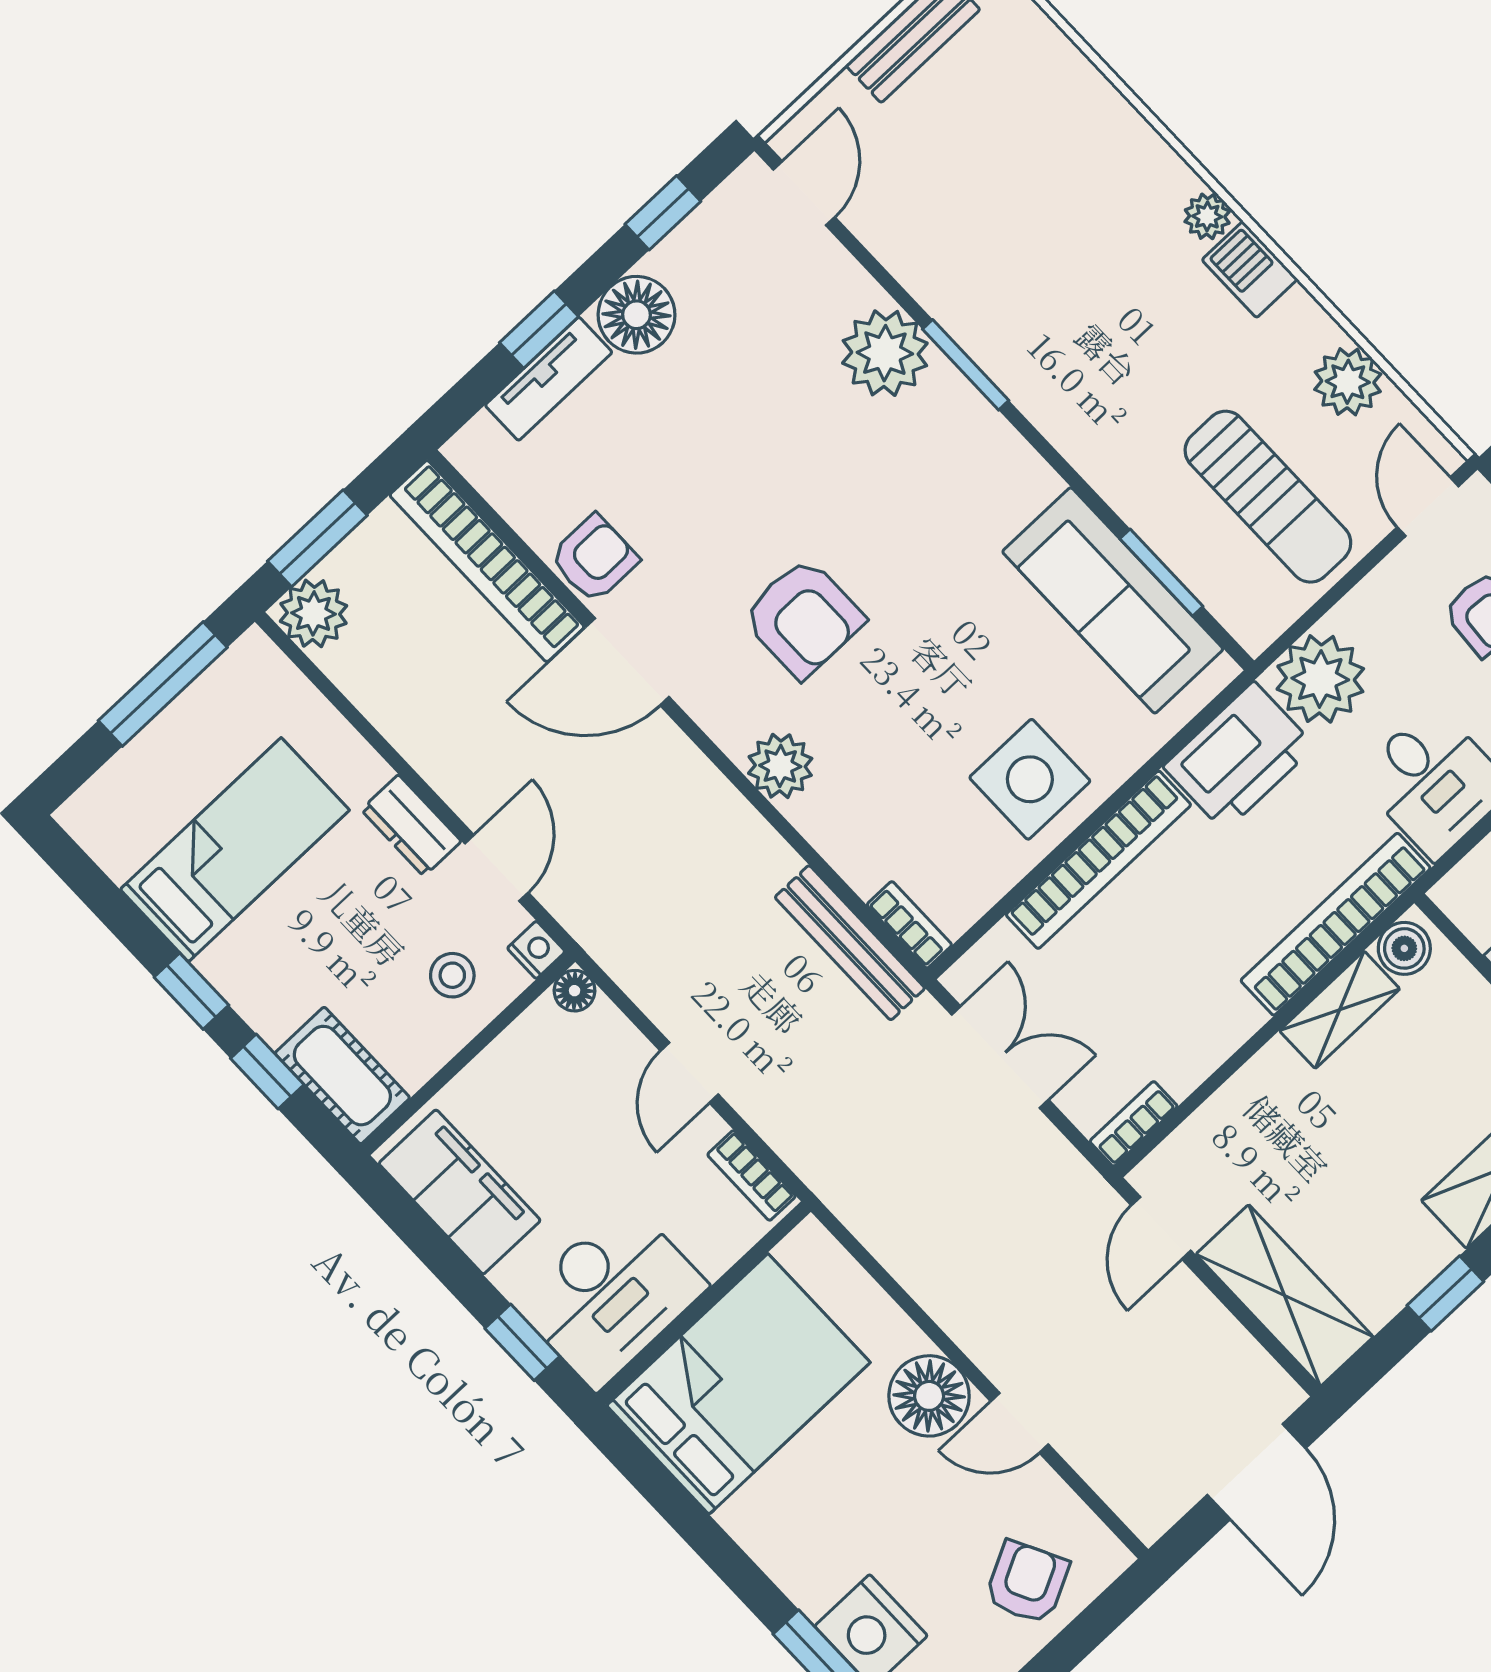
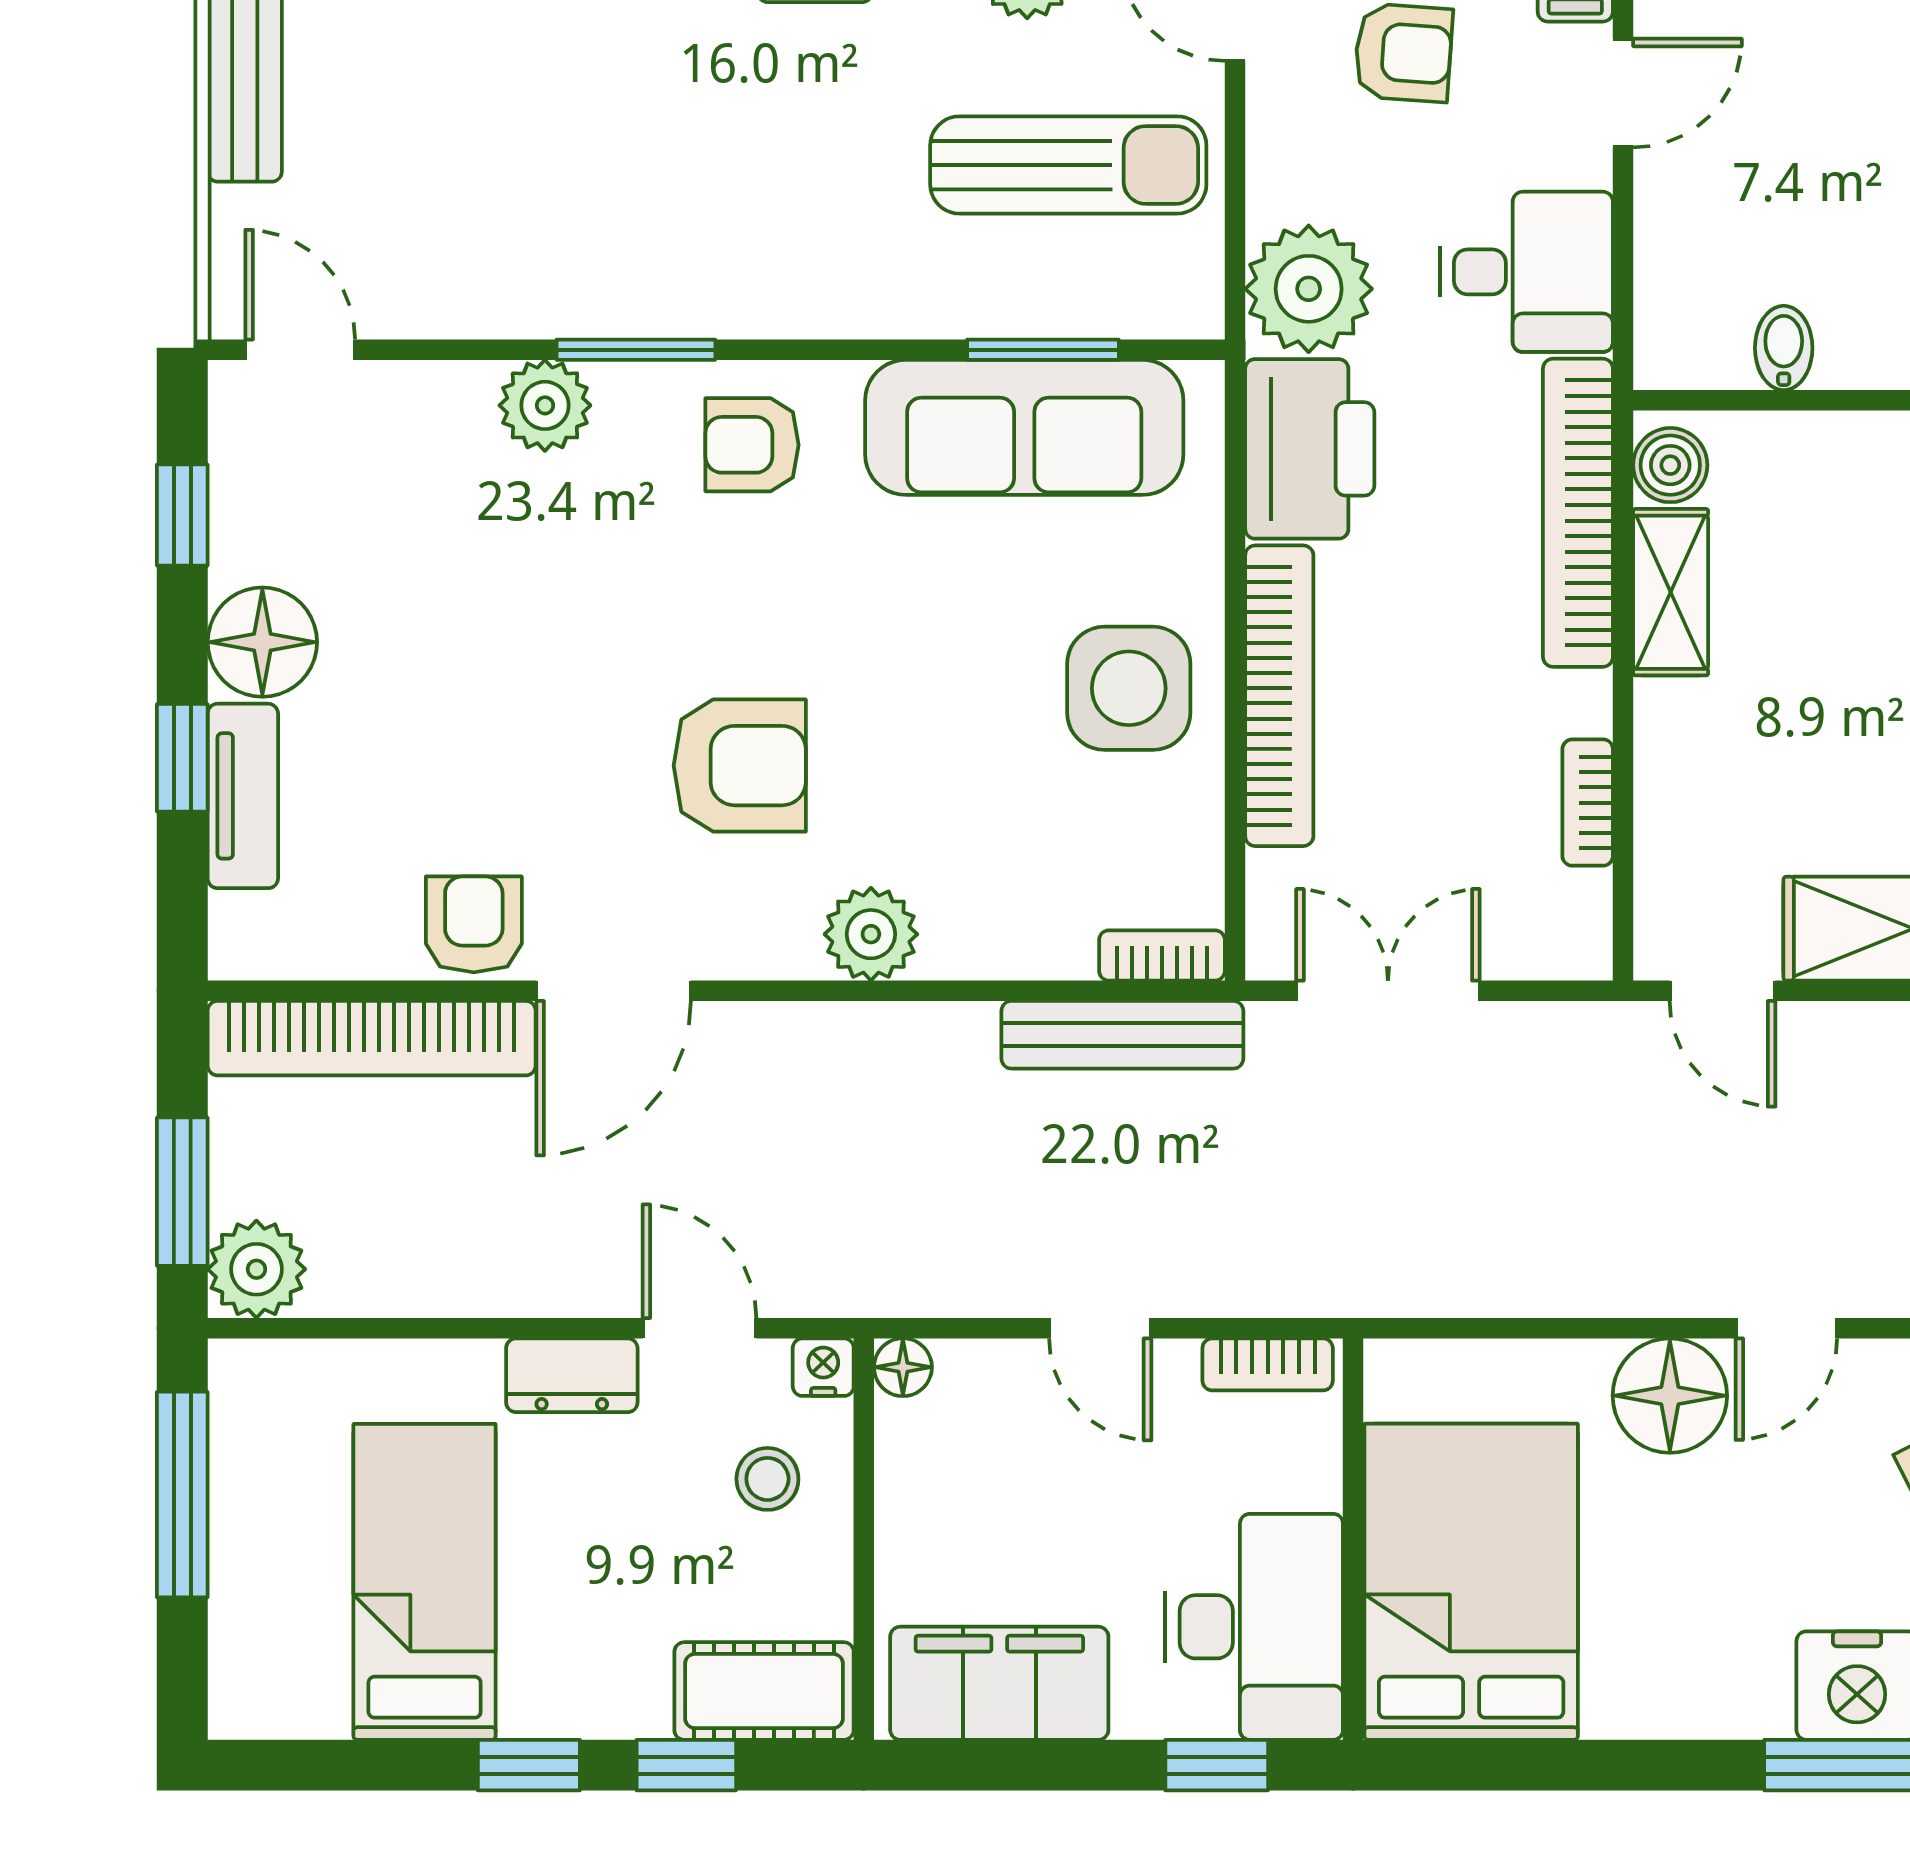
plant: (885, 353) -> (545, 405), width x0.73, depth x0.73
armchair: (973, 470) -> (752, 445), added
bookcase: (1134, 1124) -> (1588, 803), moved

